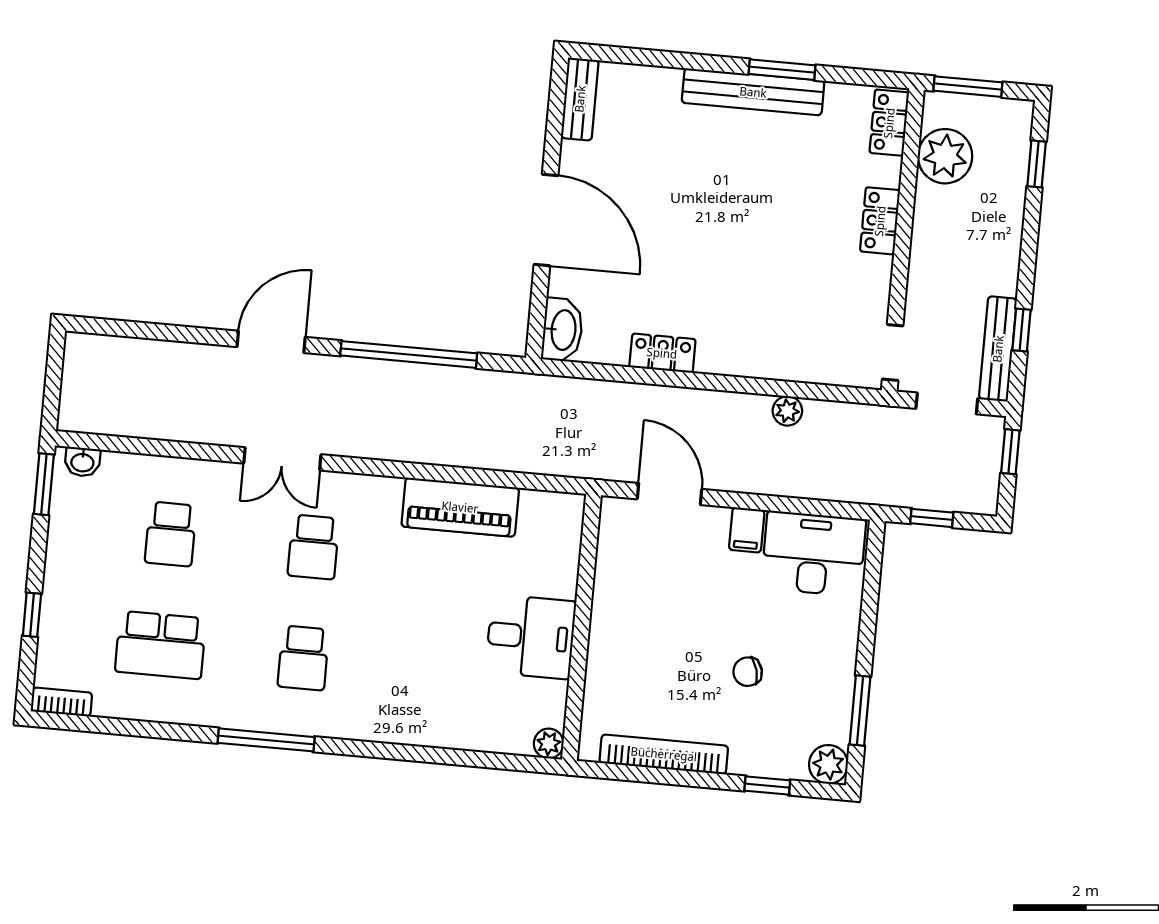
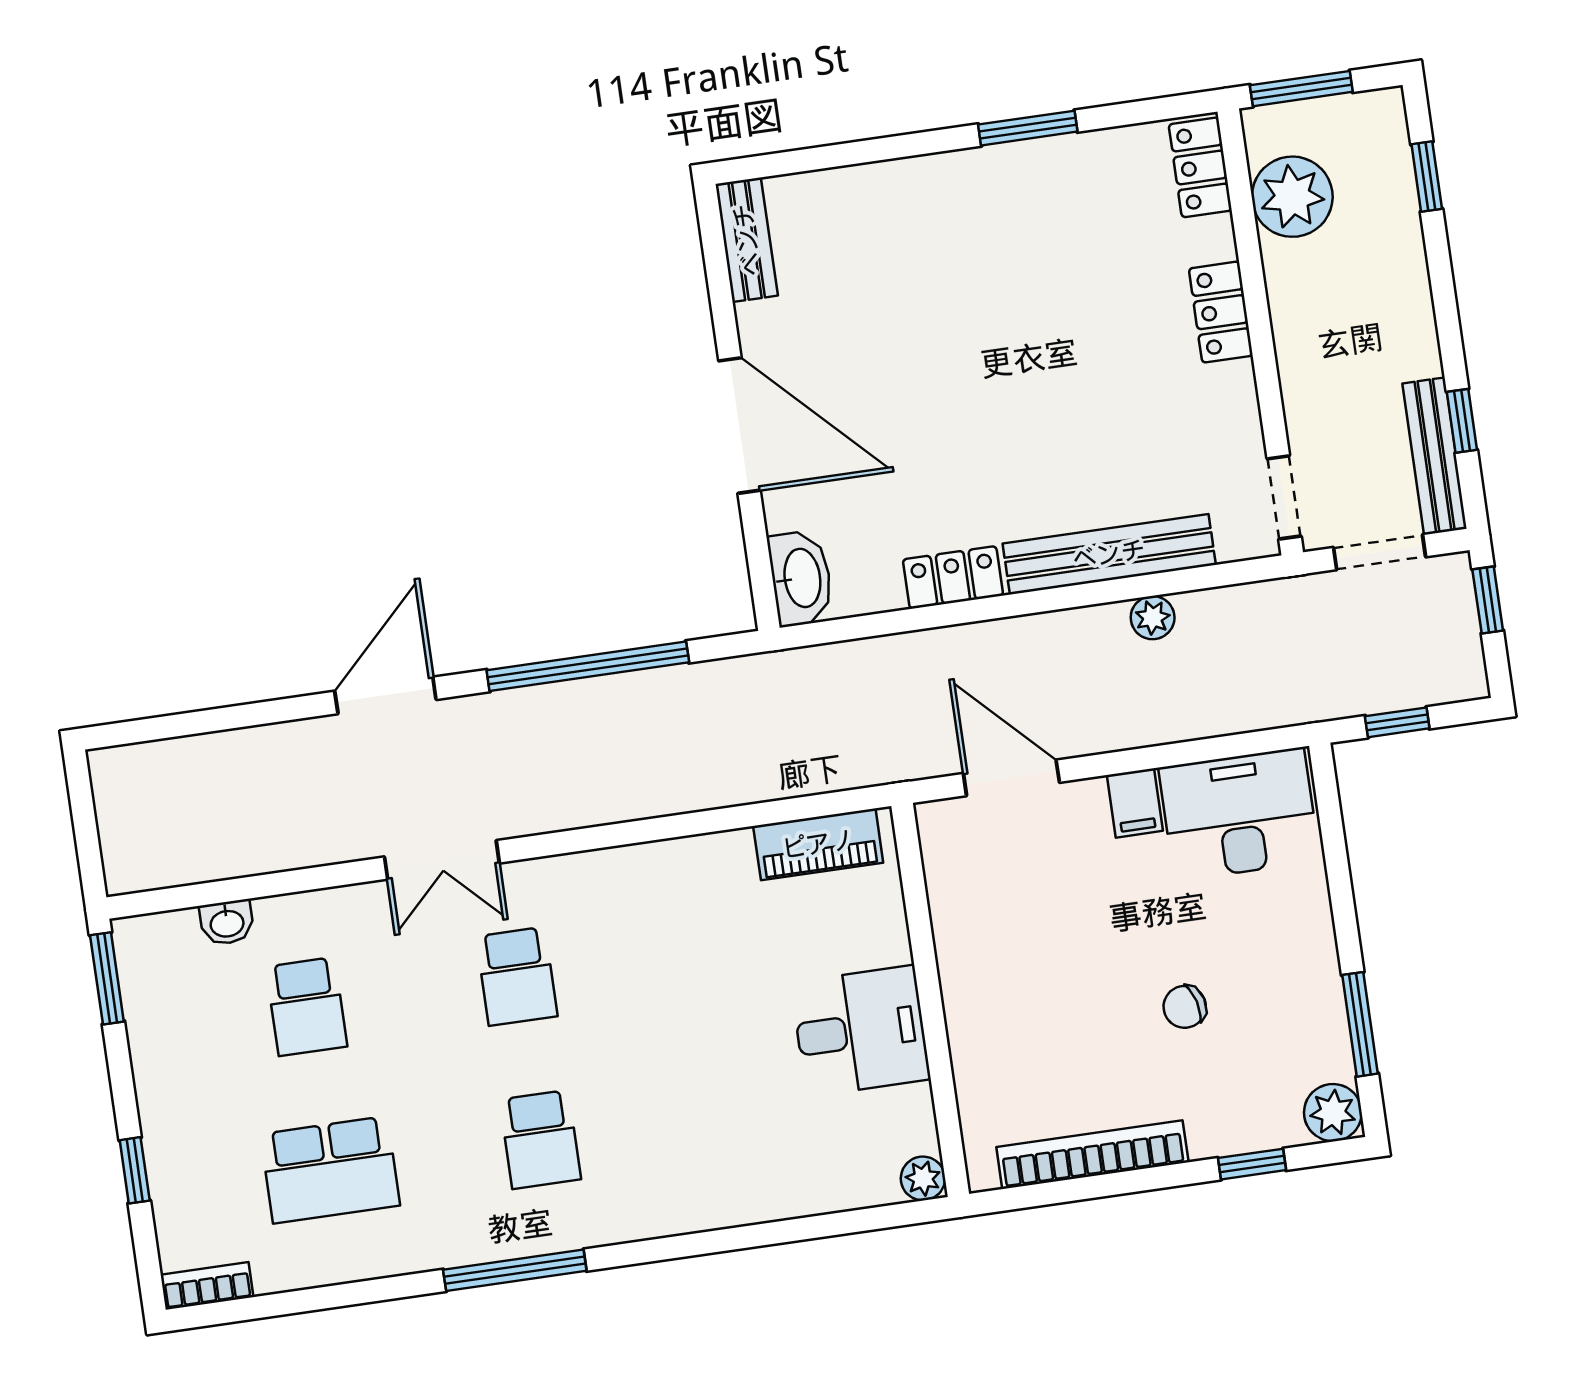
bench: (753, 92) -> (1109, 554), moved
washbasin: (82, 462) -> (227, 923), moved
piano: (460, 507) -> (818, 844), moved, width x0.73, depth x0.75

